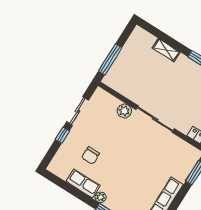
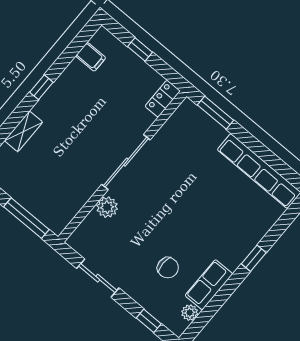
window: (62, 135) -> (149, 321), moved
plant: (101, 197) -> (190, 313), moved

